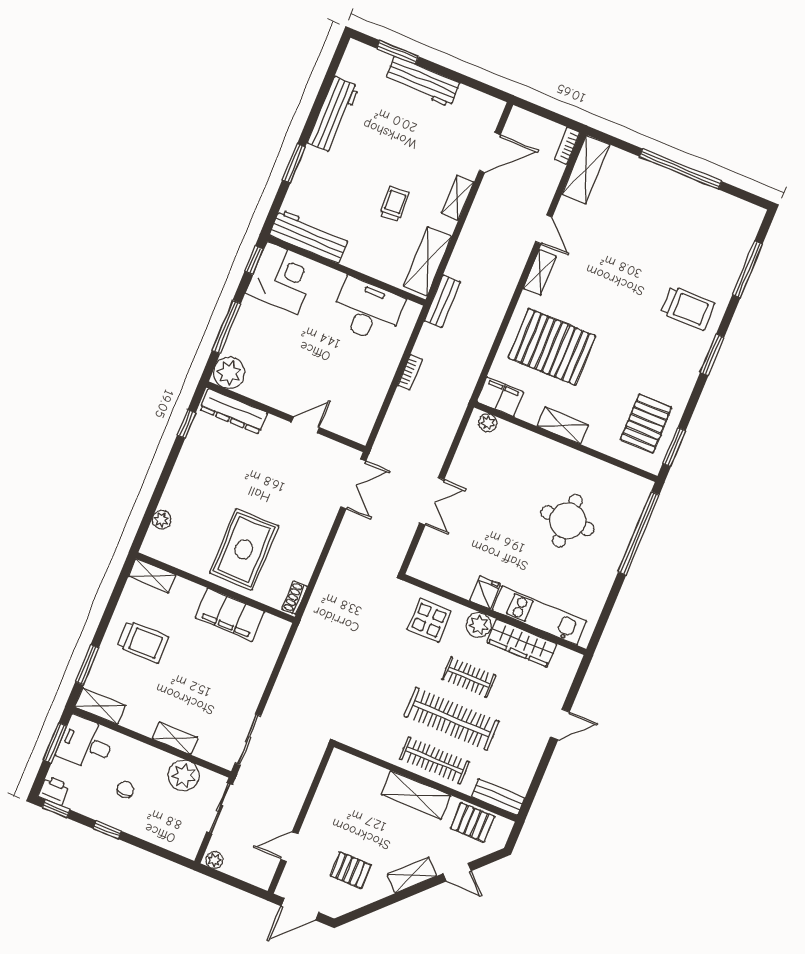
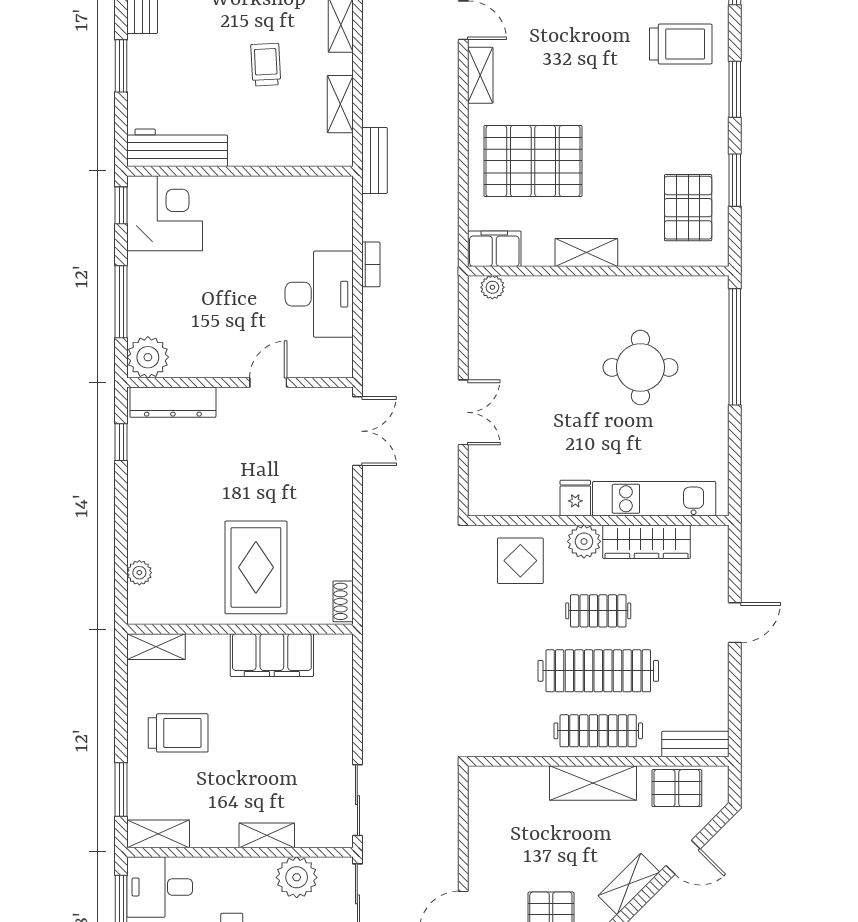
shelving: (428, 261) -> (340, 104), width x0.67, depth x0.75
desk: (368, 310) -> (319, 294), moved, turned 90
window: (674, 447) -> (735, 180), moved

